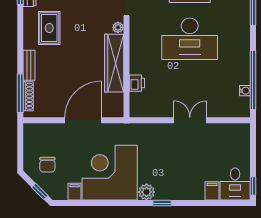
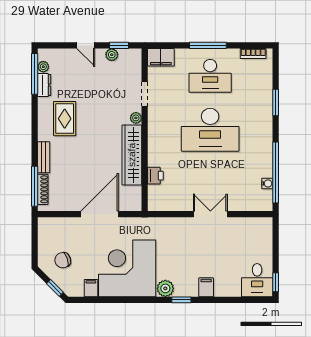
chair: (47, 165) -> (63, 260), turned 72
filing cabinet: (212, 191) -> (206, 287), moved

